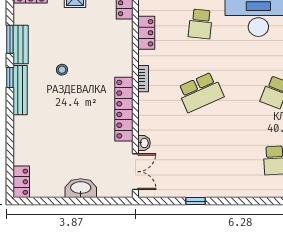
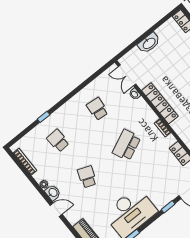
school desk: (200, 24) -> (97, 109), moved
window: (196, 201) -> (44, 117), moved

